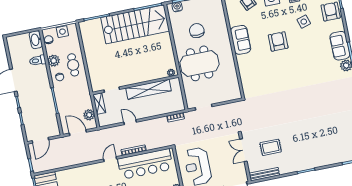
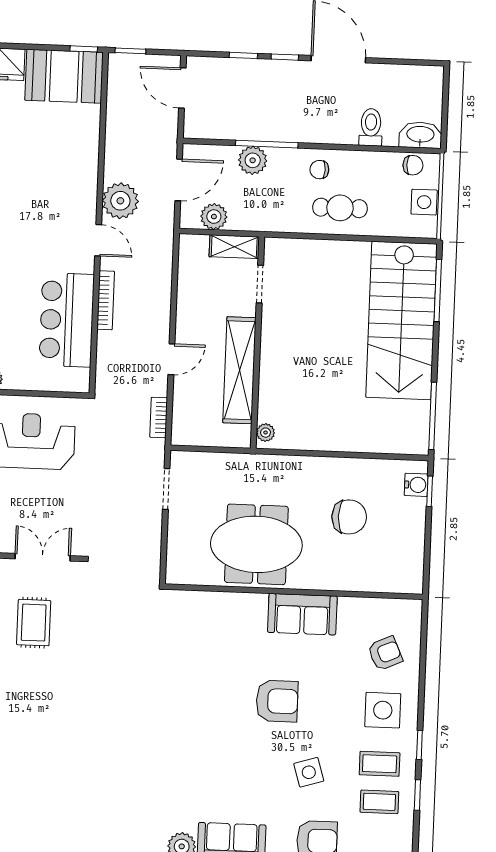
stairs: (135, 24) -> (401, 321), moved
plant: (54, 61) -> (253, 160), moved
meeting table: (200, 63) -> (256, 544), moved, turned 90
door: (130, 122) -> (171, 359), moved
plant: (92, 154) -> (120, 201), added
bar counter: (145, 164) -> (67, 320), width x0.73

